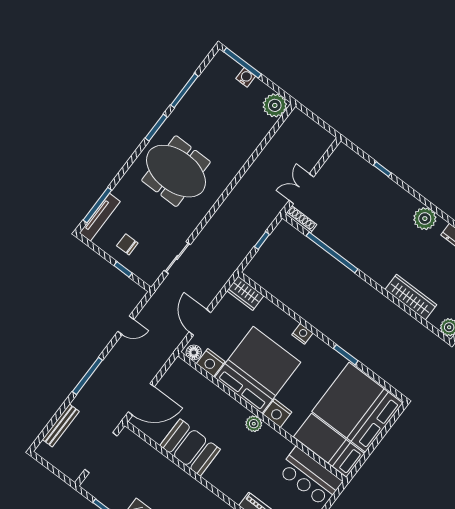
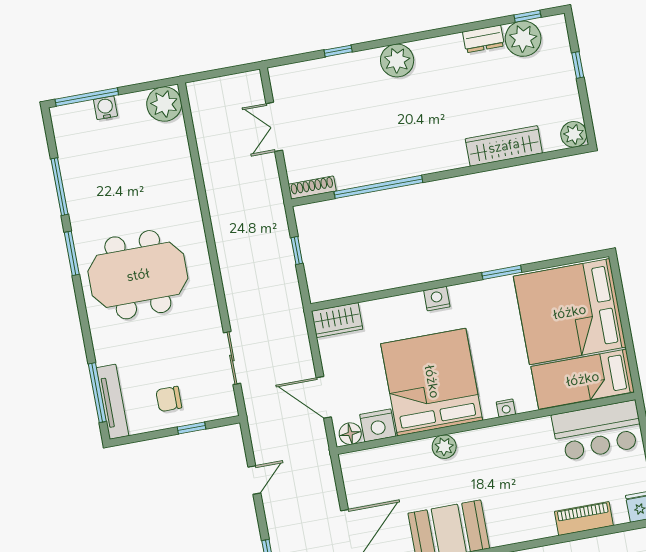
double door: (301, 189) -> (274, 127), moved
plant: (425, 219) -> (397, 60), moved
nightstand: (277, 413) -> (506, 408), width x0.53, depth x0.56
plant: (254, 424) -> (444, 447), moved

